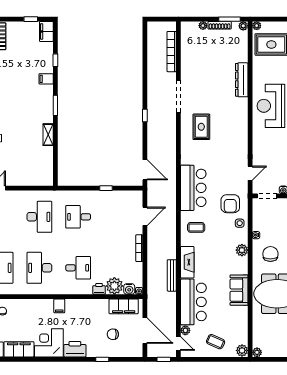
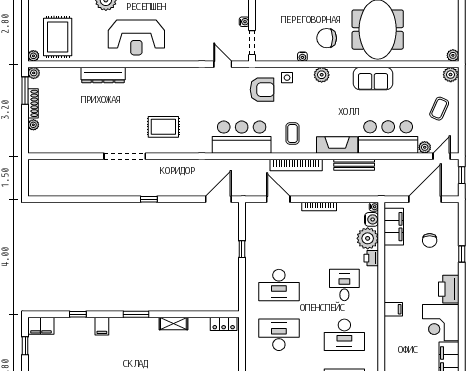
bookcase: (172, 52) -> (296, 165), moved
locker: (48, 174) -> (224, 324), added
desk: (78, 217) -> (279, 285), width x1.37

